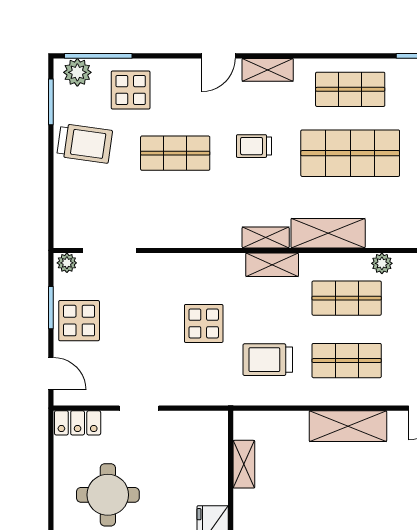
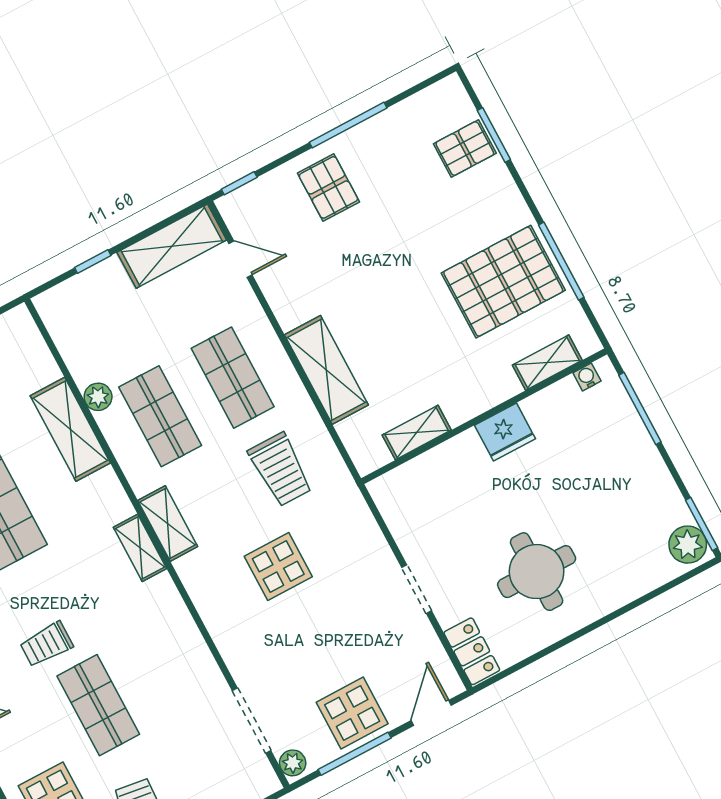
trolley: (254, 146) -> (47, 644), moved, turned 90
shelving: (328, 233) -> (70, 429), moved
window: (51, 308) -> (355, 754), width x1.44
shelving: (348, 426) -> (326, 370), moved

